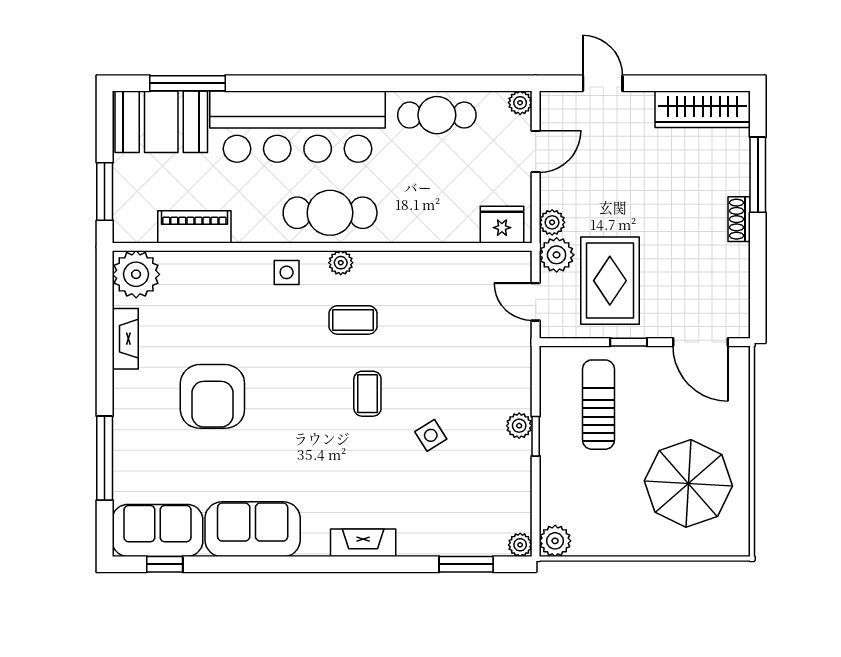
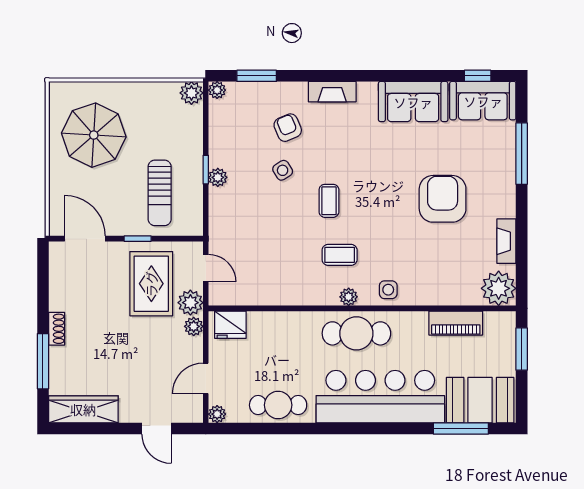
armchair: (424, 494) -> (288, 128), added

